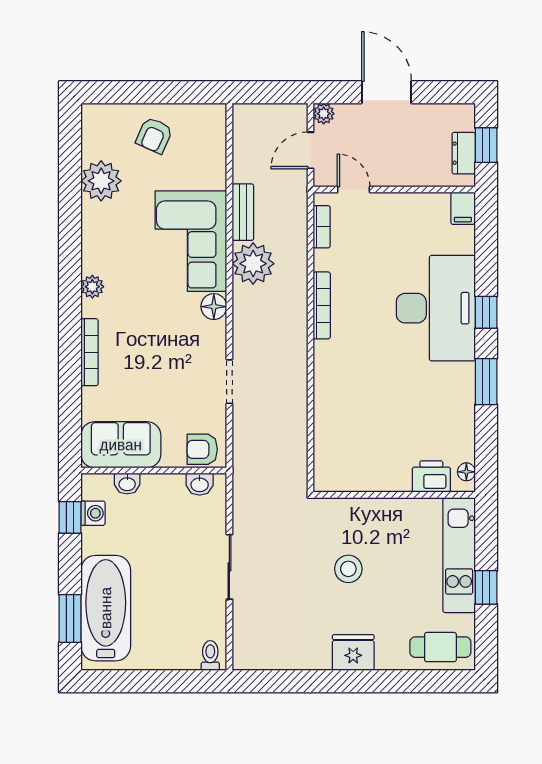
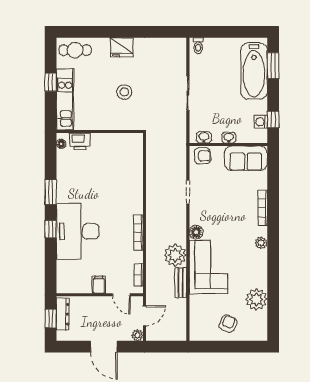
dresser: (464, 153) -> (63, 314), width x1.44
filing cabinet: (463, 208) -> (99, 285), moved
washbasin: (127, 484) -> (229, 138), moved

